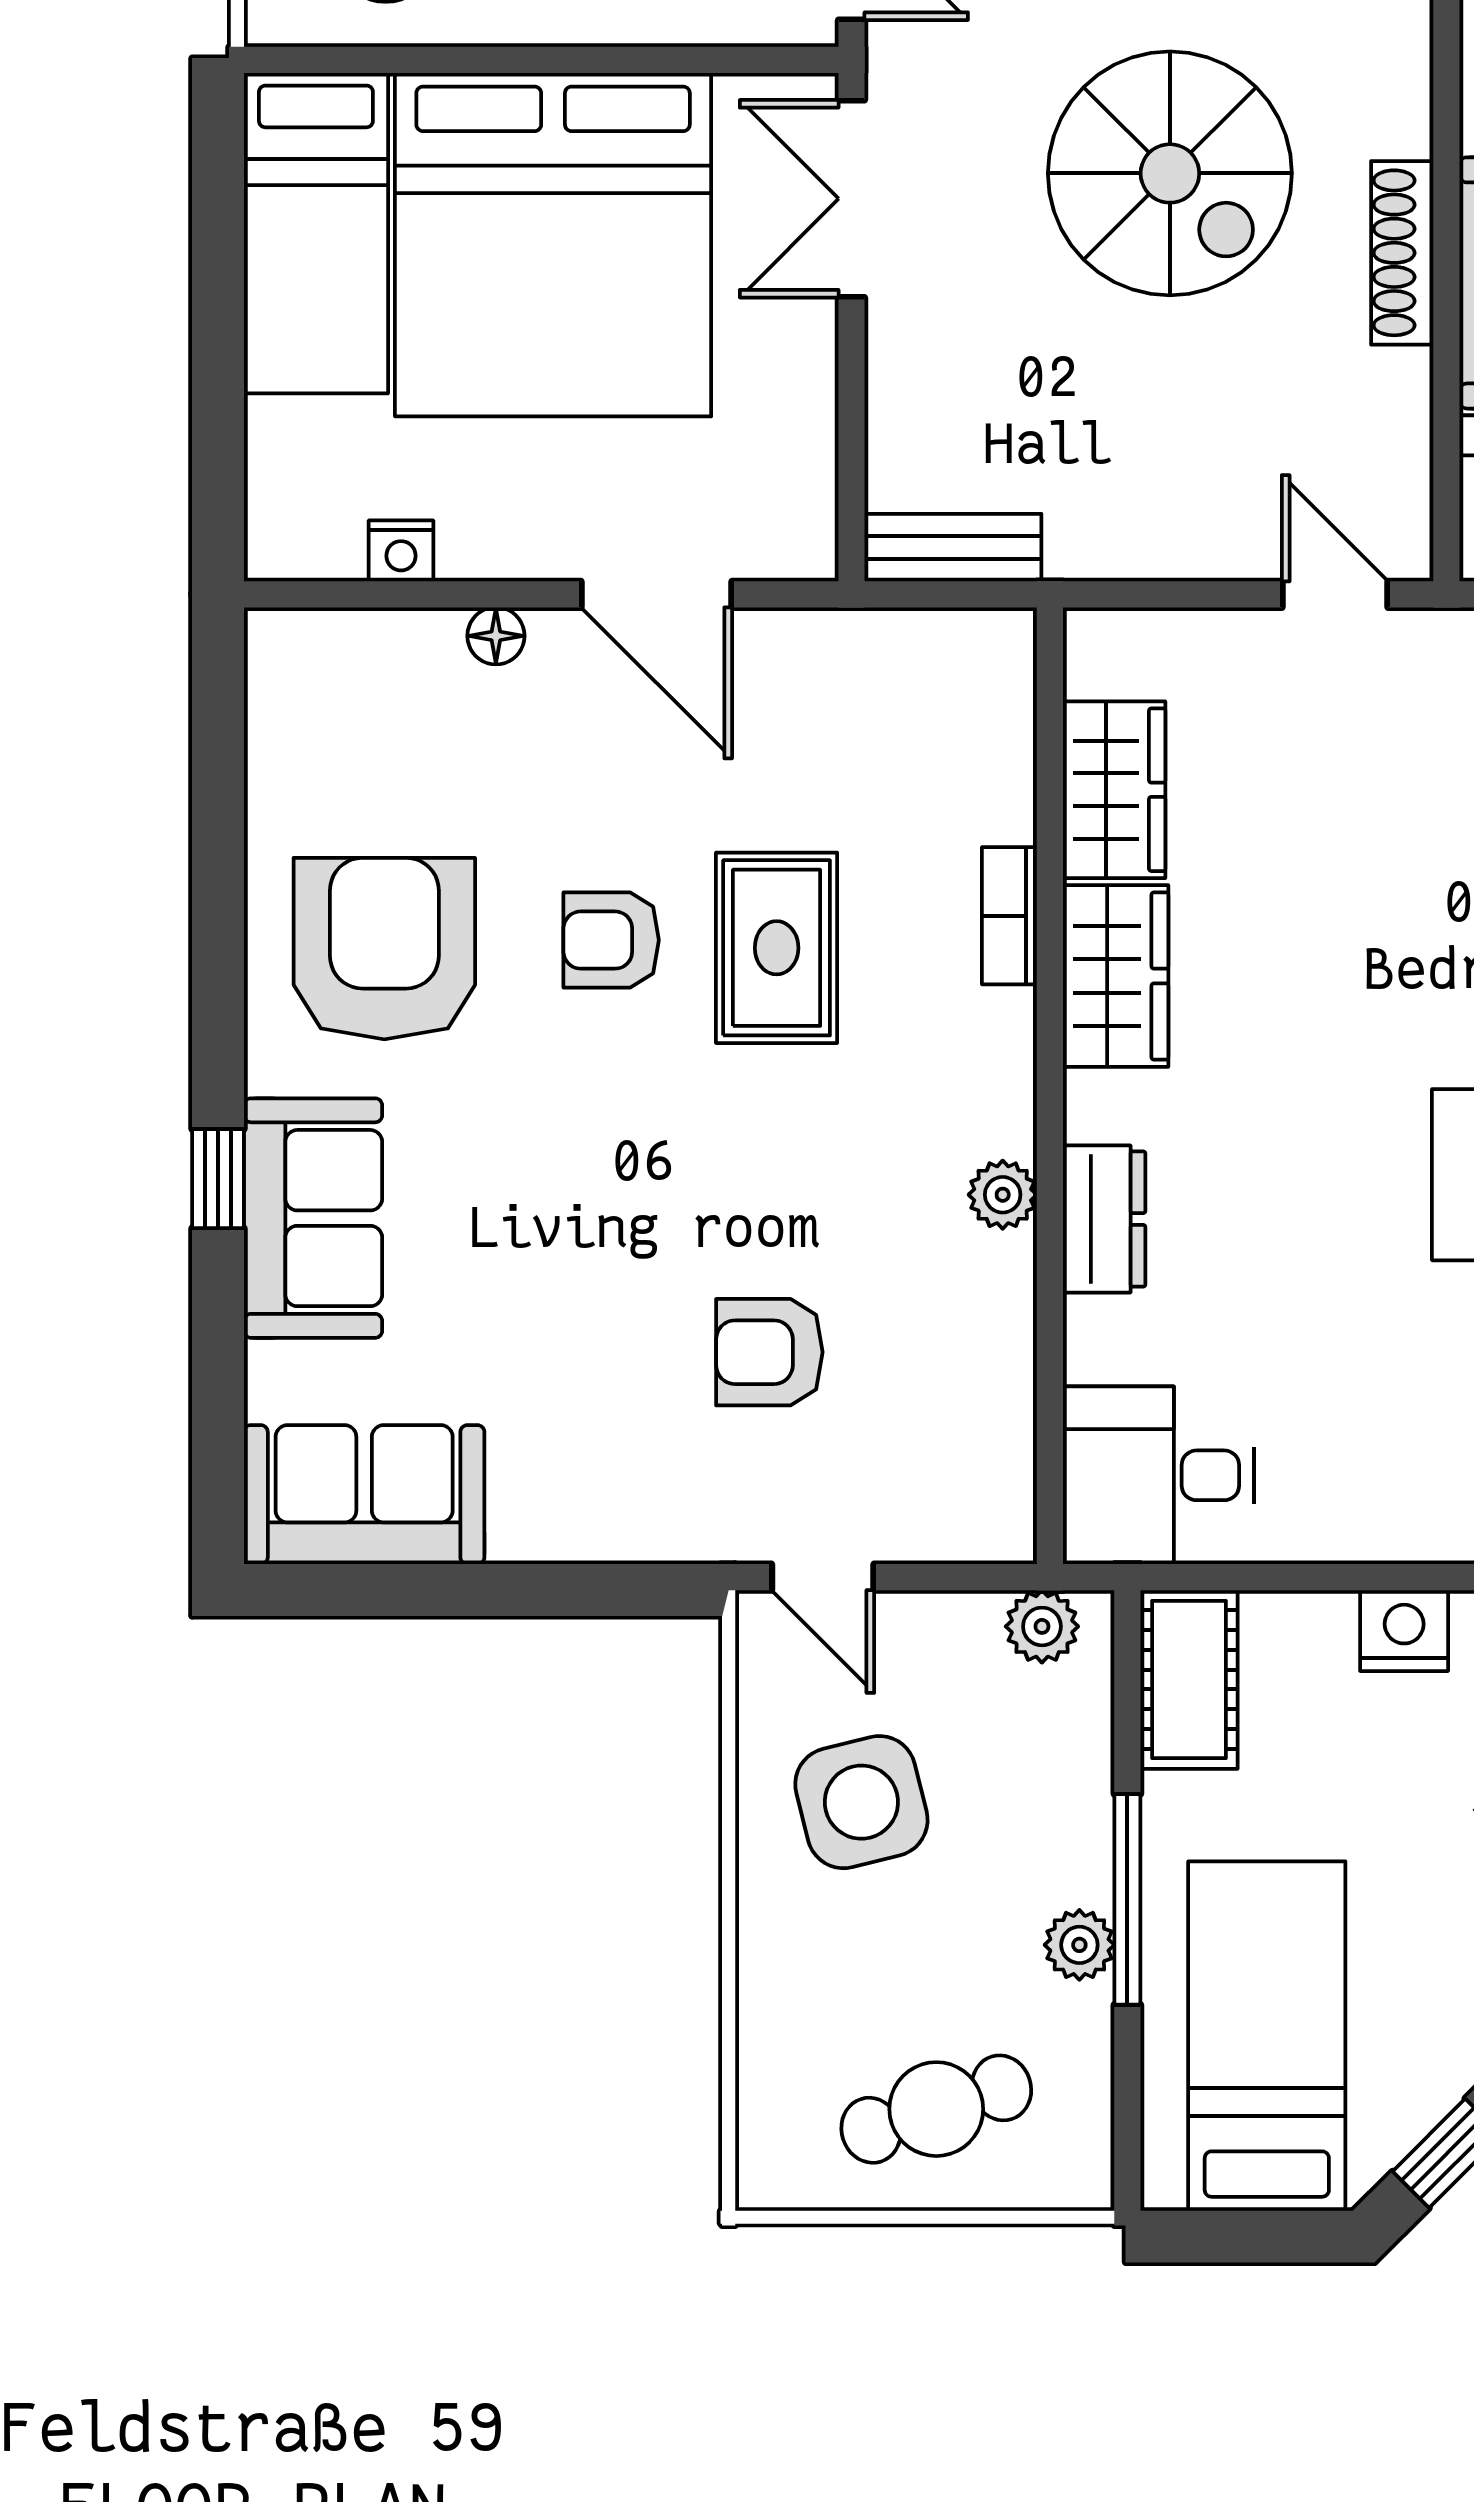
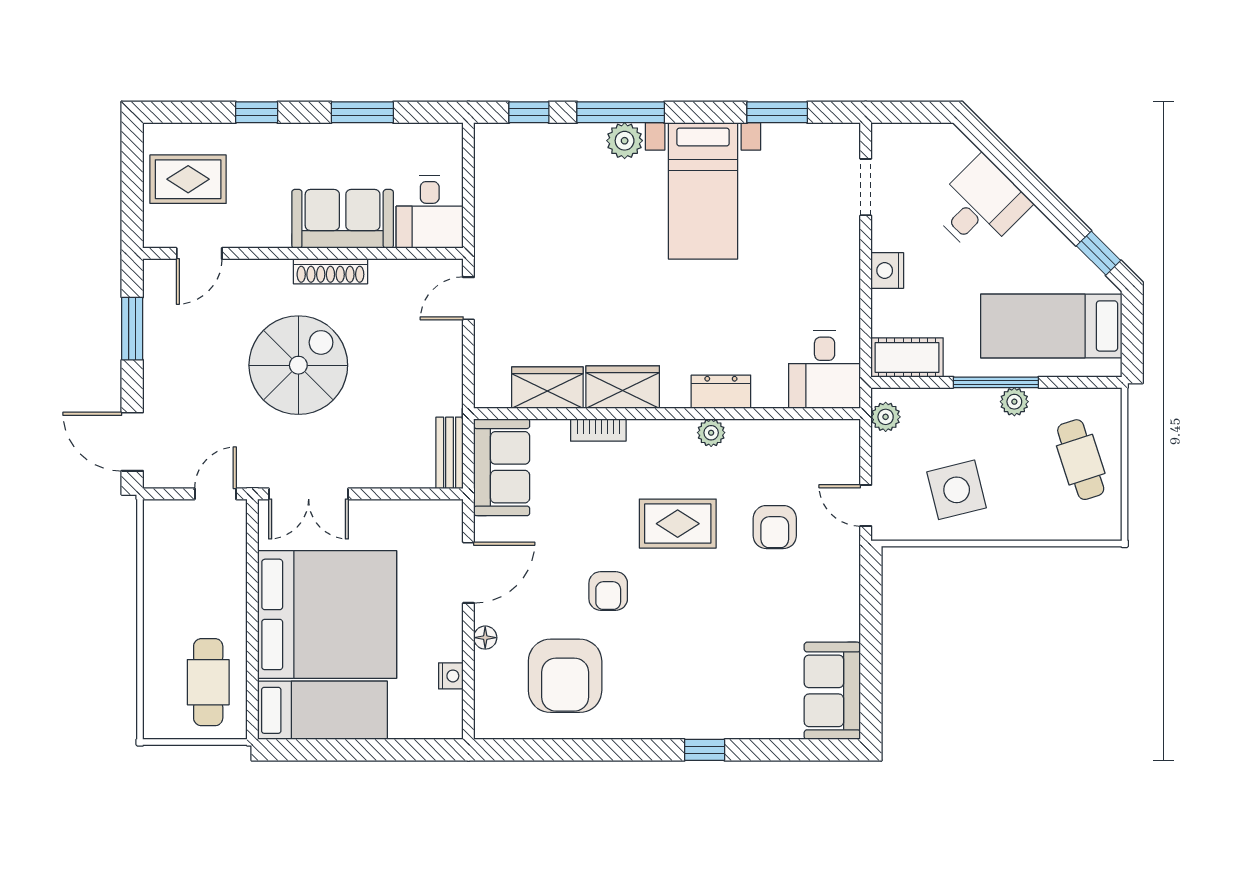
rug: (777, 948) -> (678, 524), moved
armchair: (384, 949) -> (565, 676), moved, turned -90
sofa: (313, 1218) -> (502, 467), moved, turned 90
door: (823, 1577) -> (866, 505), swing flipped

